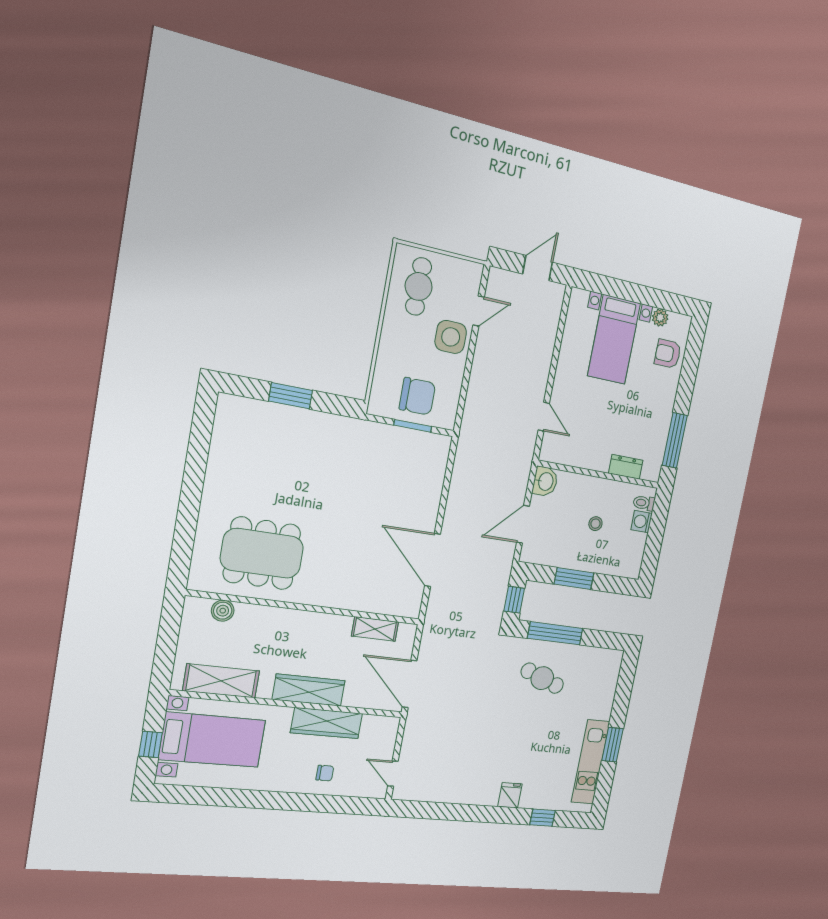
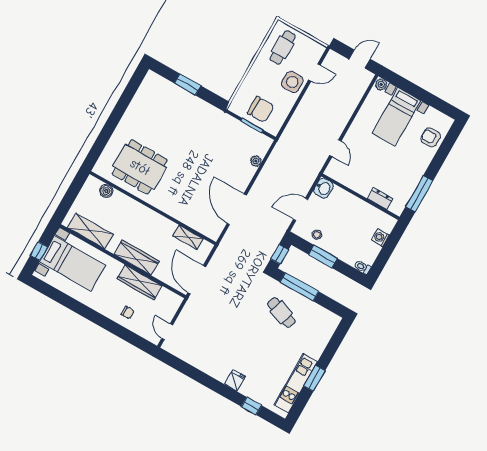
plant: (660, 318) -> (381, 84), moved
plant: (436, 478) -> (256, 161), added
toilet: (644, 503) -> (362, 267), moved
stool: (596, 524) -> (317, 235), moved

